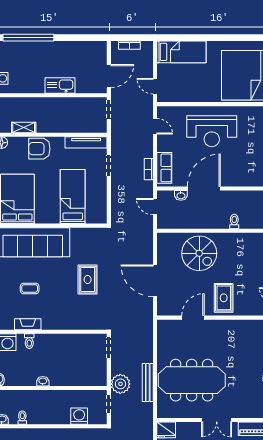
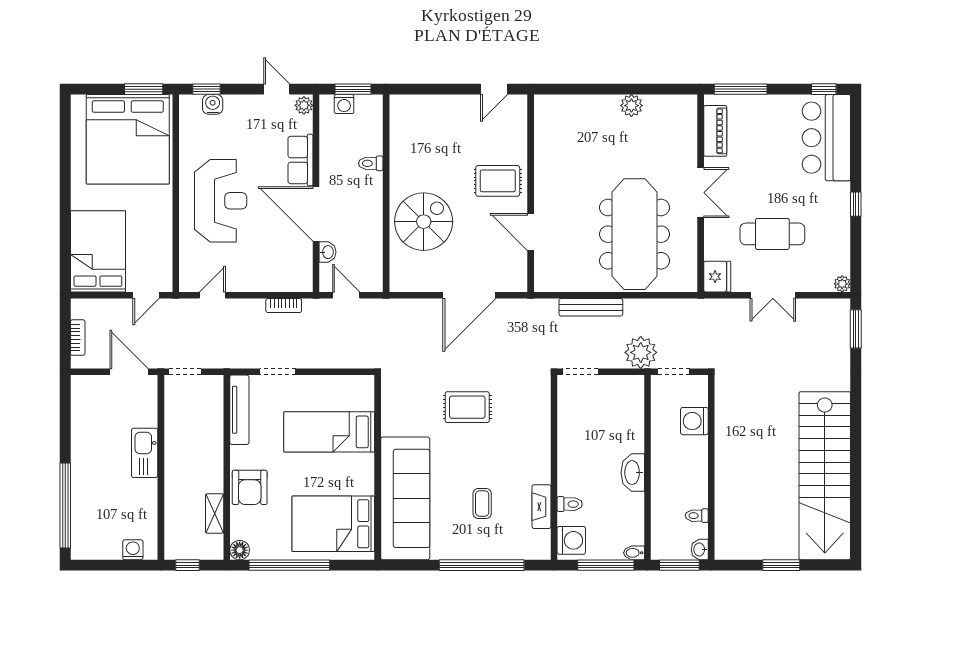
bed: (181, 52) -> (98, 251), width x1.50
row of seats: (164, 168) -> (300, 160), moved, turned -90
door: (155, 207) -> (346, 295), swing flipped
washbasin: (43, 381) -> (633, 473), width x1.91, depth x1.45
bench: (148, 383) -> (591, 307), moved

